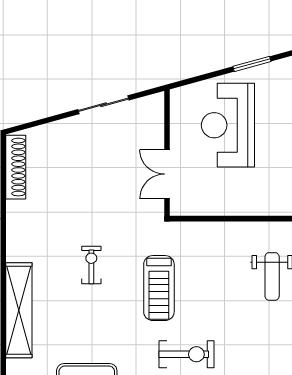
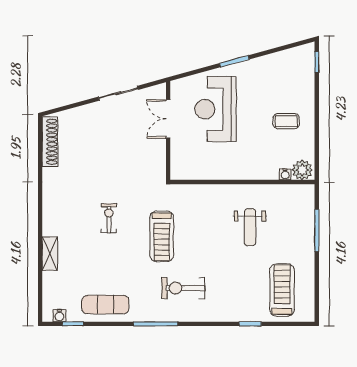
double door: (167, 174) -> (168, 119), moved
shelving: (19, 310) -> (50, 254), width x0.45, depth x0.75
exercise bike: (187, 354) -> (183, 288), turned 180

